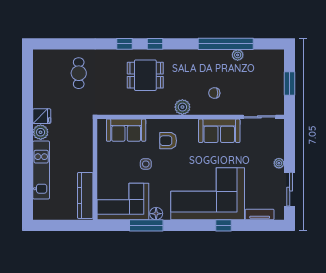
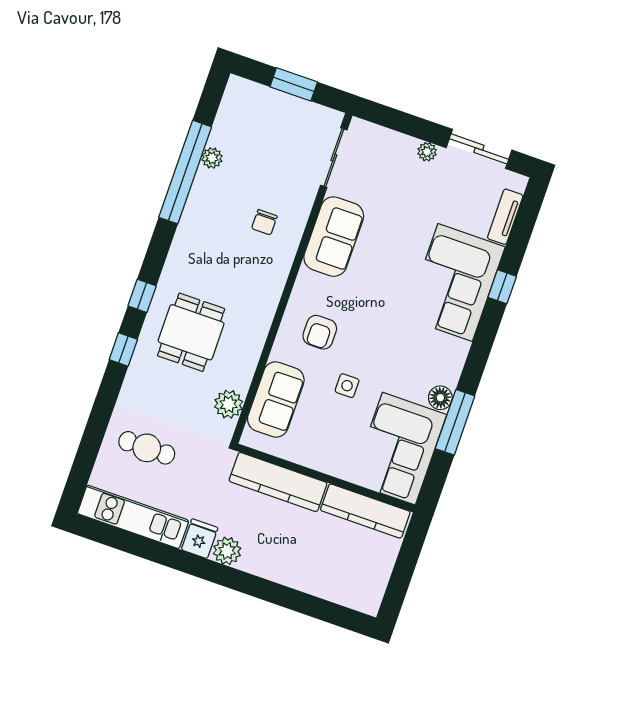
plant: (182, 107) -> (229, 404), moved
kitchen counter: (85, 146) -> (278, 482), added
kitchen unit: (41, 170) -> (133, 517), moved
corner sofa: (208, 194) -> (455, 283), width x0.73, depth x0.74

